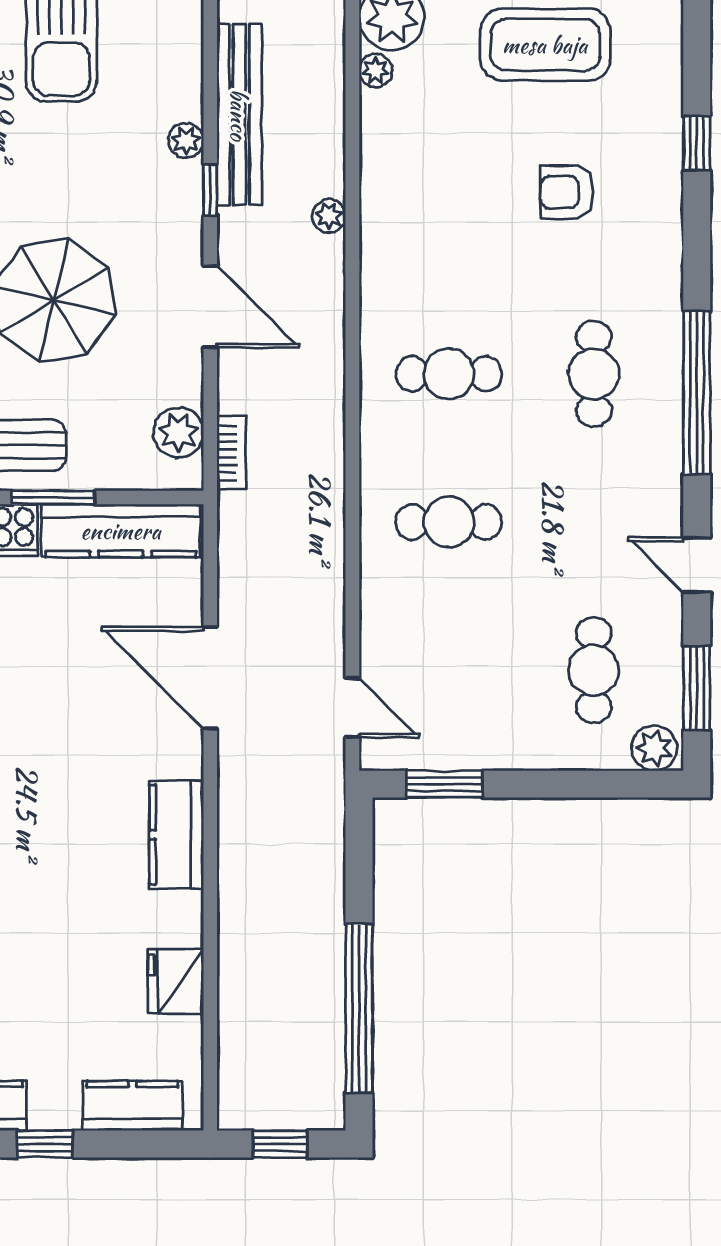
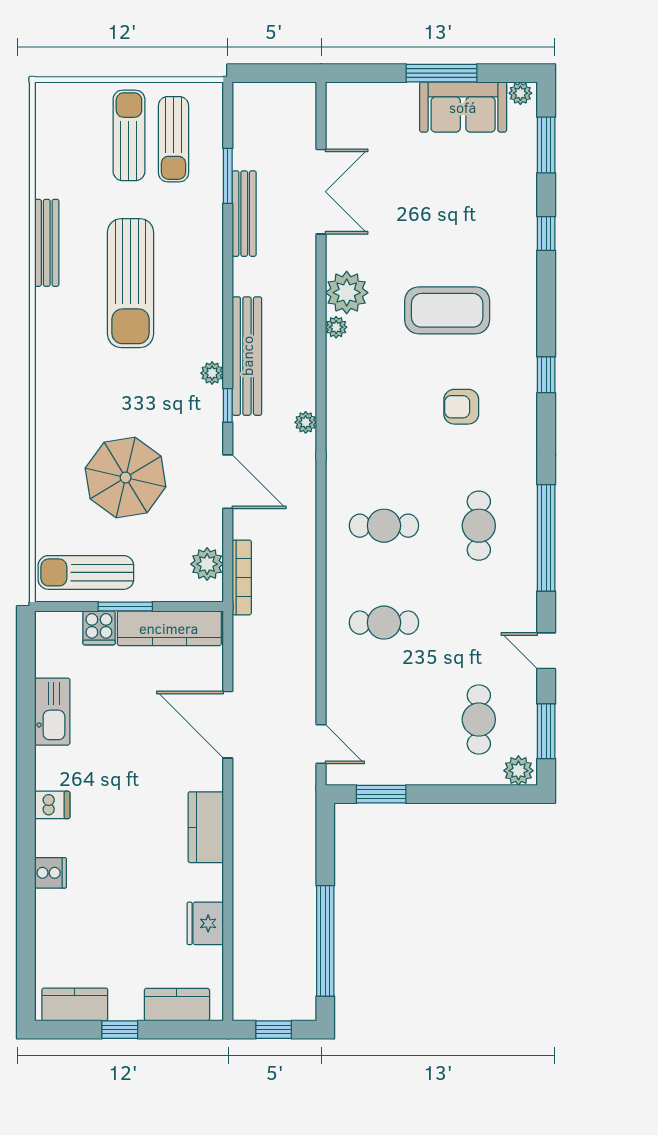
bookcase: (231, 453) -> (242, 577), width x1.56

